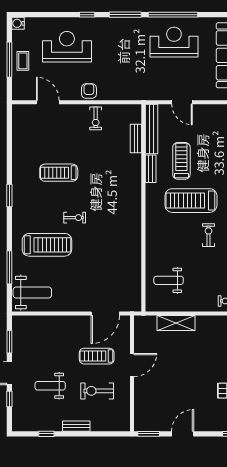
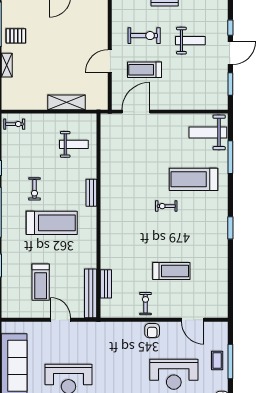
treadmill: (181, 161) -> (41, 282), moved
bench: (151, 169) -> (91, 193), moved
treadmill: (59, 173) -> (171, 271), moved
treadmill: (97, 356) -> (145, 70), turned 180

